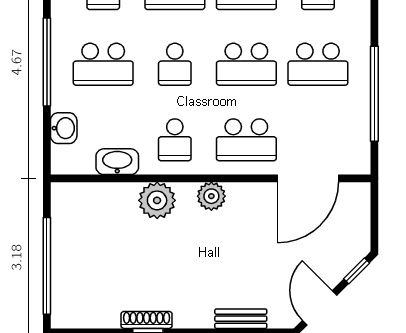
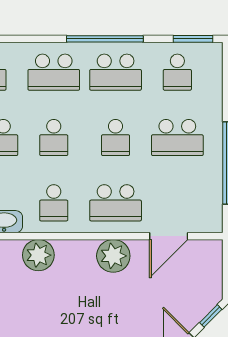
school desk: (246, 64) -> (116, 138), width x0.54
door: (308, 178) -> (169, 236), width x0.73
plant: (211, 196) -> (113, 256), moved, width x1.36, depth x1.36

